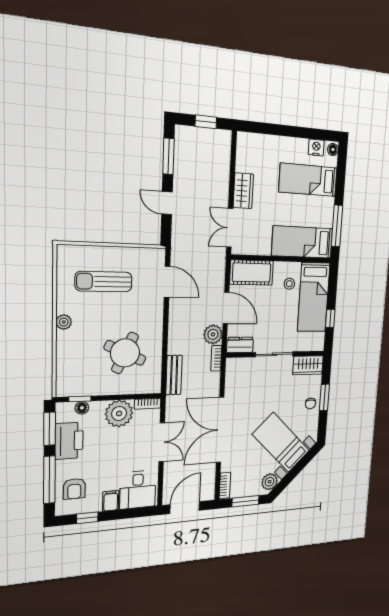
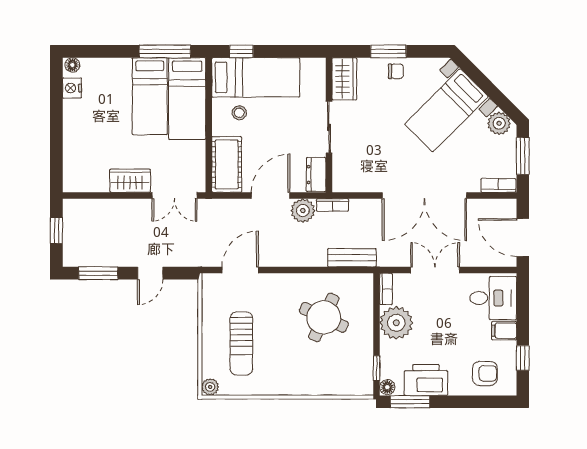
bed: (308, 180) -> (150, 96), moved
window: (330, 318) -> (241, 51), moved
plant: (64, 322) -> (210, 387), moved
floor lamp: (82, 408) -> (387, 387), moved
window: (49, 480) -> (471, 402), removed

